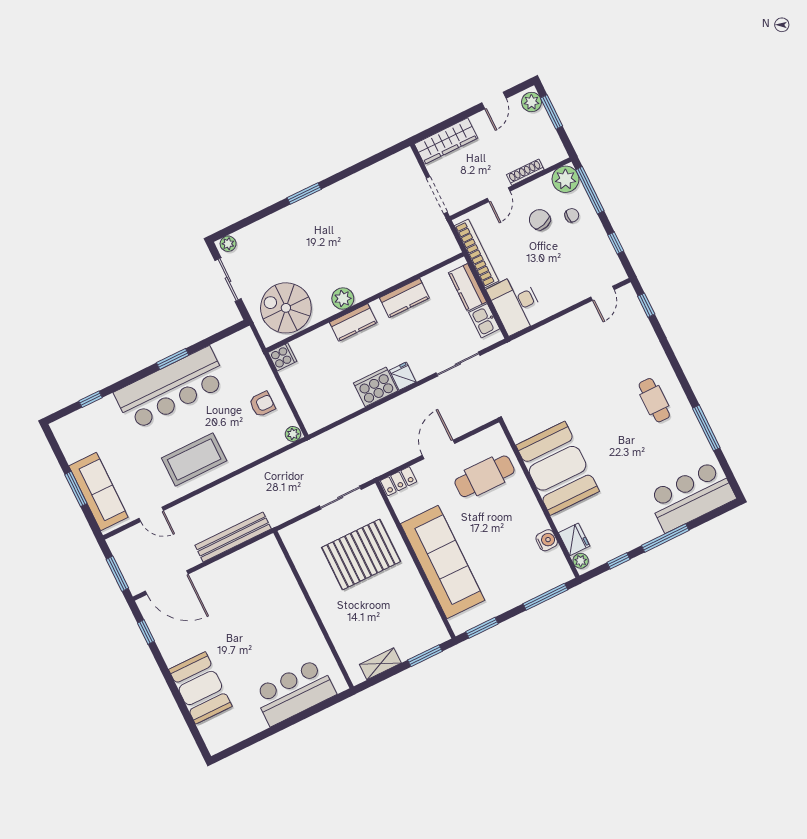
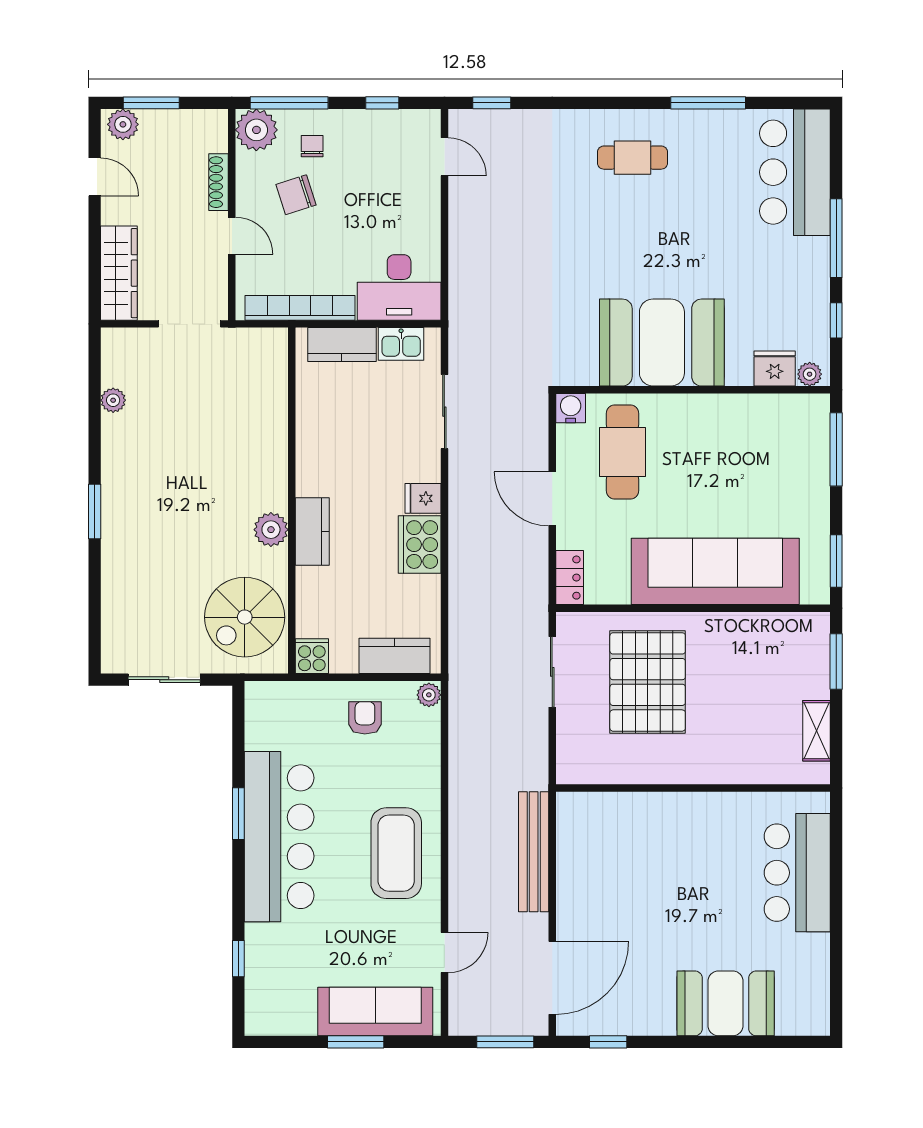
plant: (228, 244) -> (113, 400), moved
kitchen counter: (404, 298) -> (395, 656), moved, turned -90
water cooler: (547, 540) -> (571, 408), moved

